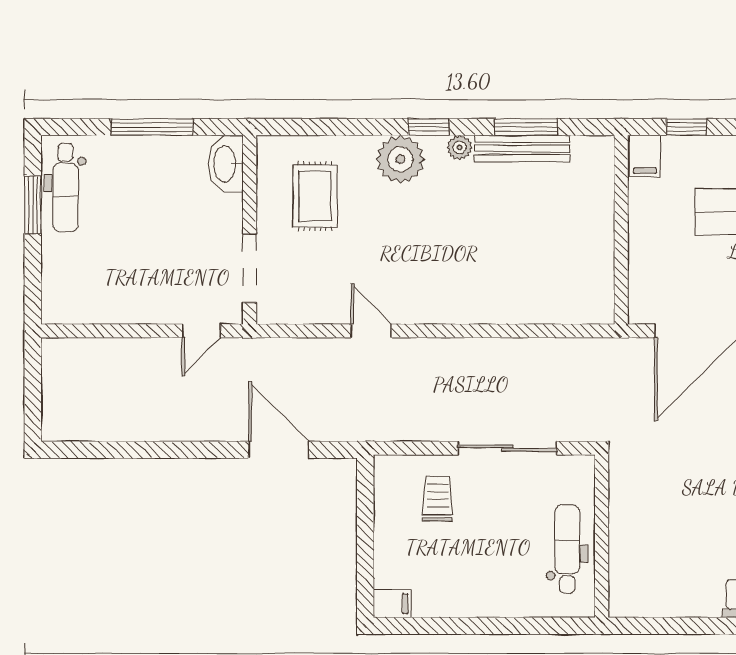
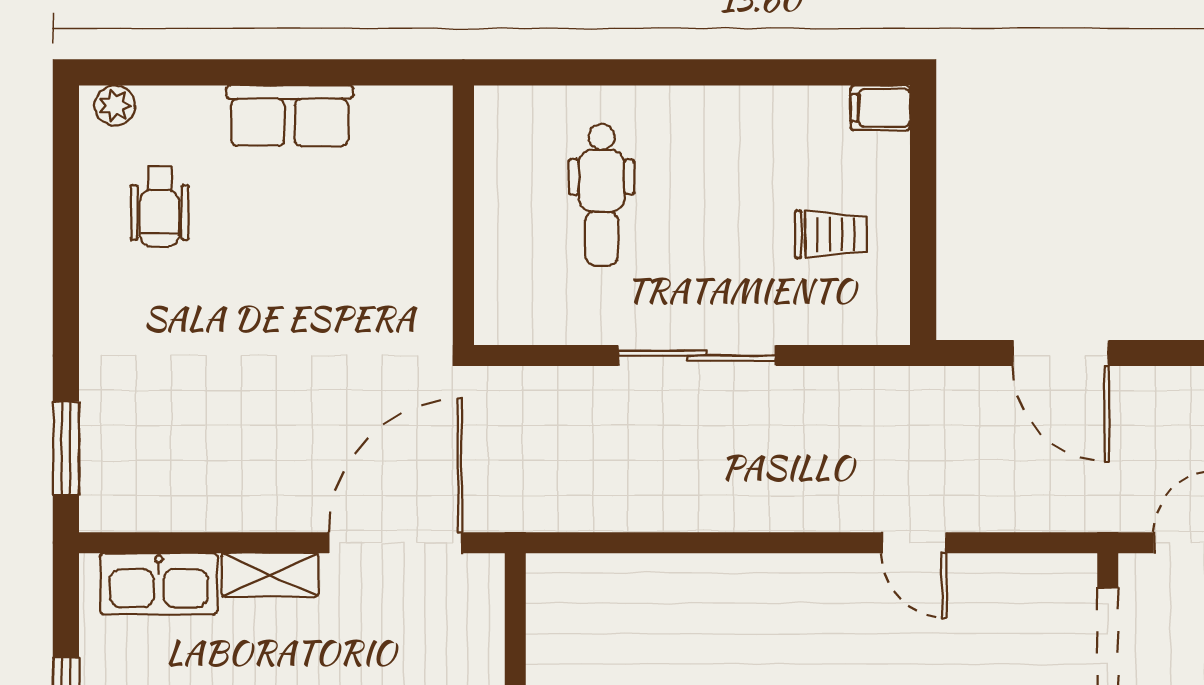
trolley: (437, 499) -> (831, 234), moved, turned -90
wall: (602, 536) -> (463, 215), moved

